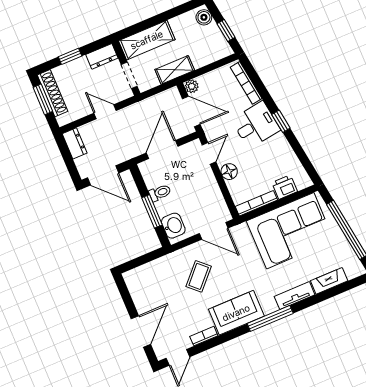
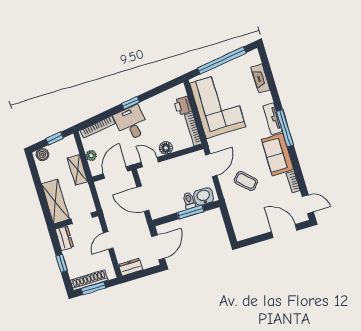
shelving: (175, 70) -> (78, 170), moved
plant: (192, 86) -> (91, 156), moved
toilet: (160, 193) -> (189, 200), moved
tv unit: (295, 296) -> (273, 119), moved

